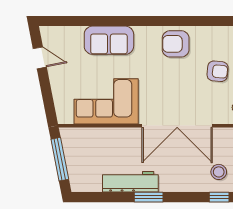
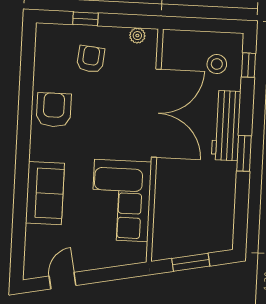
armchair: (176, 44) -> (54, 110), turned 180
window: (60, 159) -> (191, 262), width x0.69
workbench: (130, 182) -> (226, 126), moved

